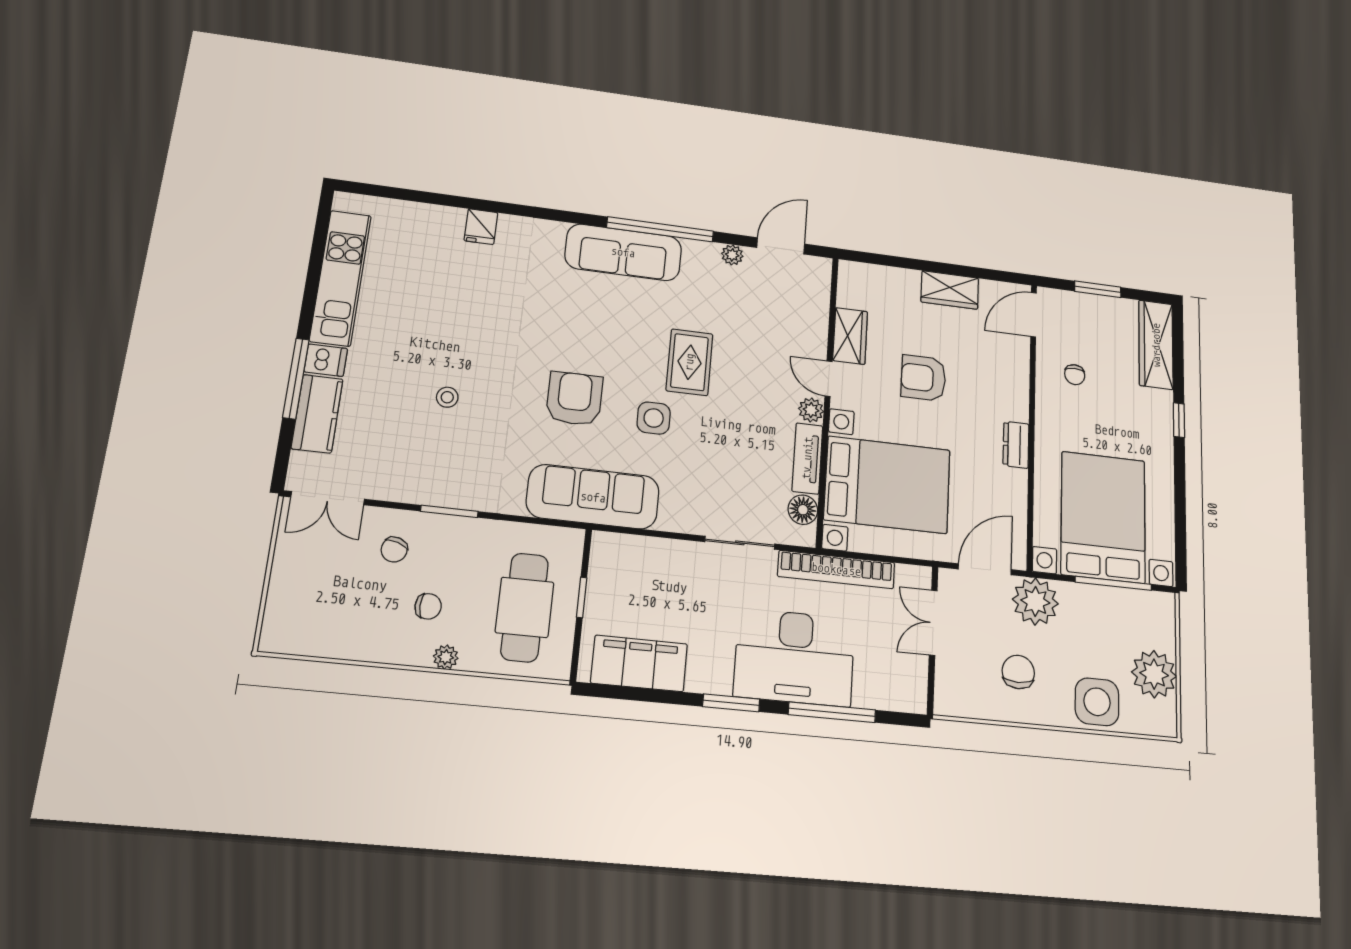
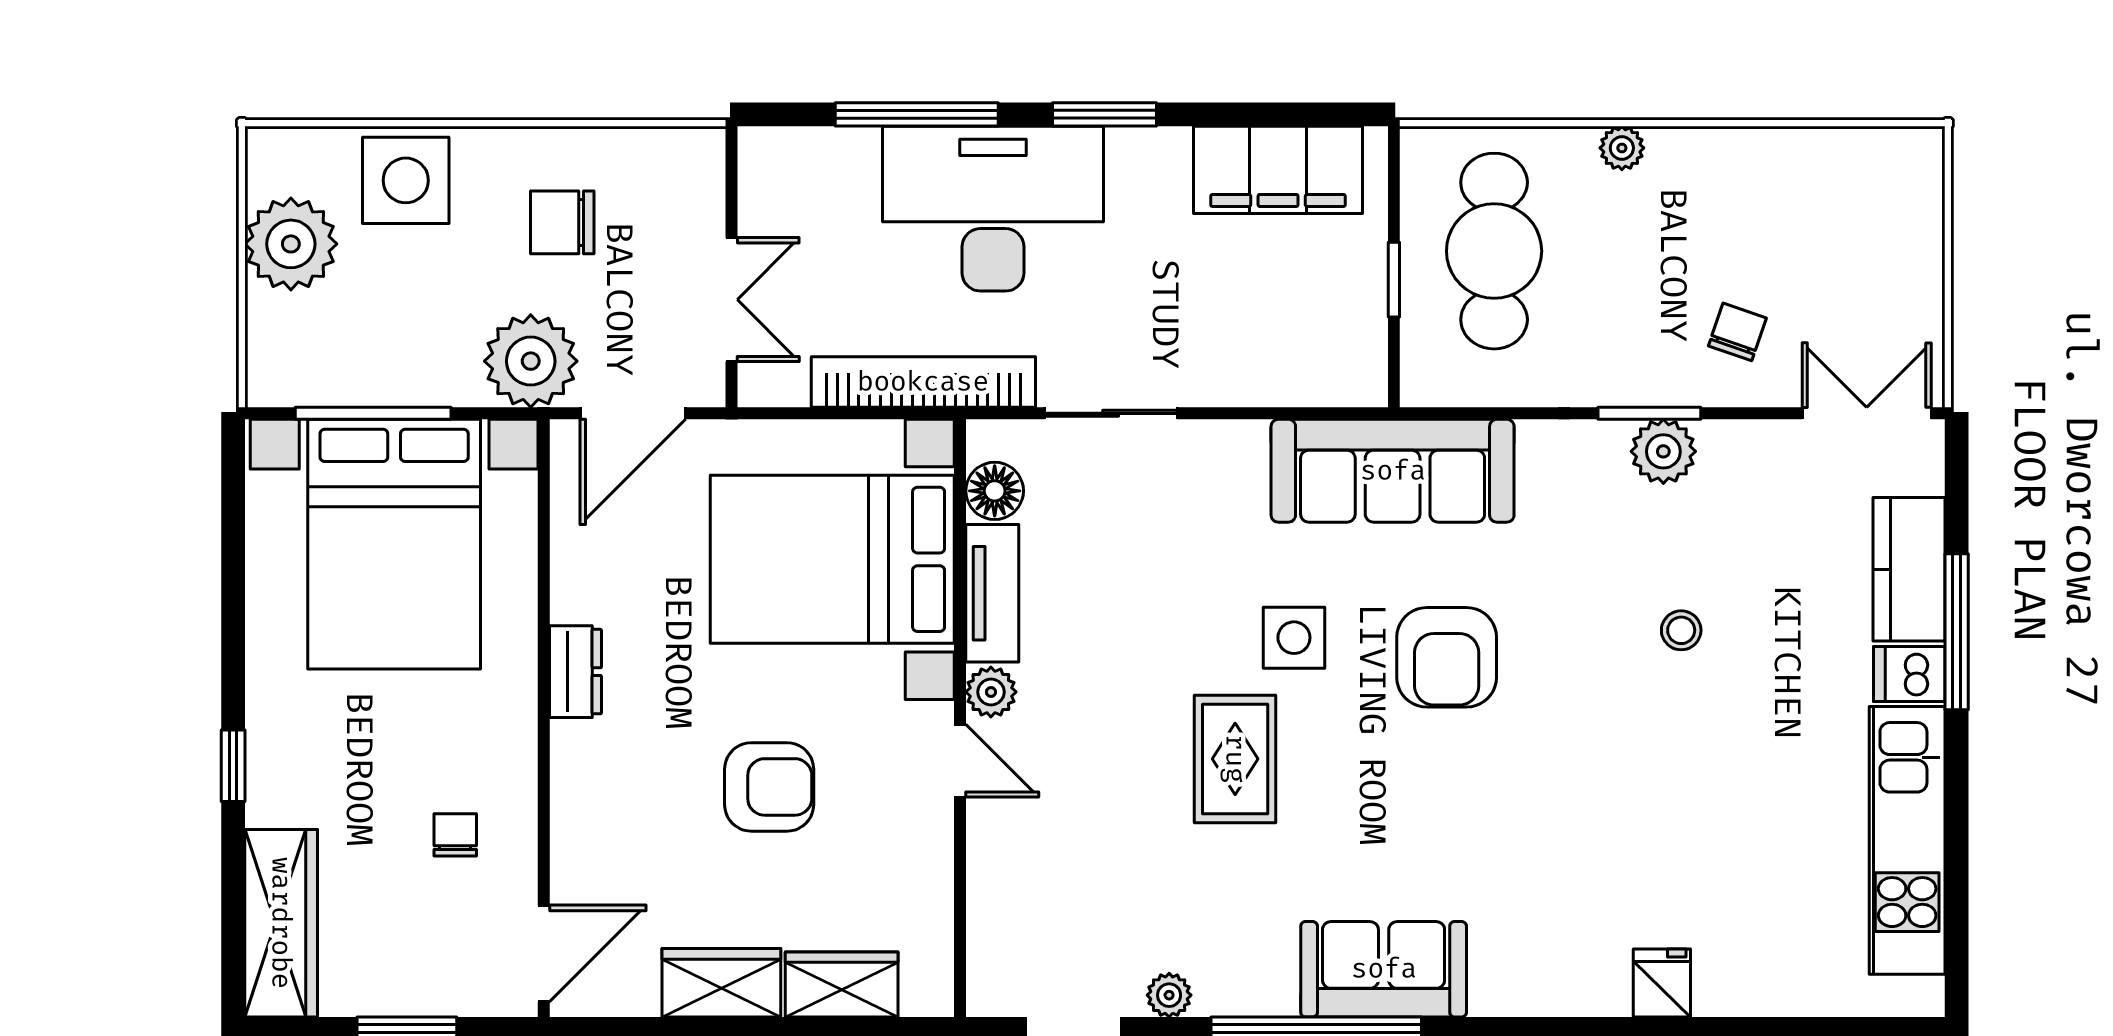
sofa: (623, 252) -> (1384, 969), width x0.73
wardrobe: (850, 336) -> (842, 985), moved, turned 90
plant: (444, 490) -> (1663, 451), added
chair: (428, 606) -> (1664, 235), removed
chair: (1018, 672) -> (562, 222), turned 90

